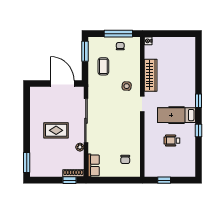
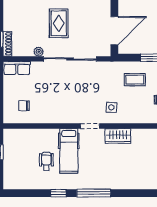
wardrobe: (151, 75) -> (118, 136), width x0.67
window: (198, 101) -> (94, 193), width x2.17
hospital bed: (177, 115) -> (69, 151), moved, turned 180

